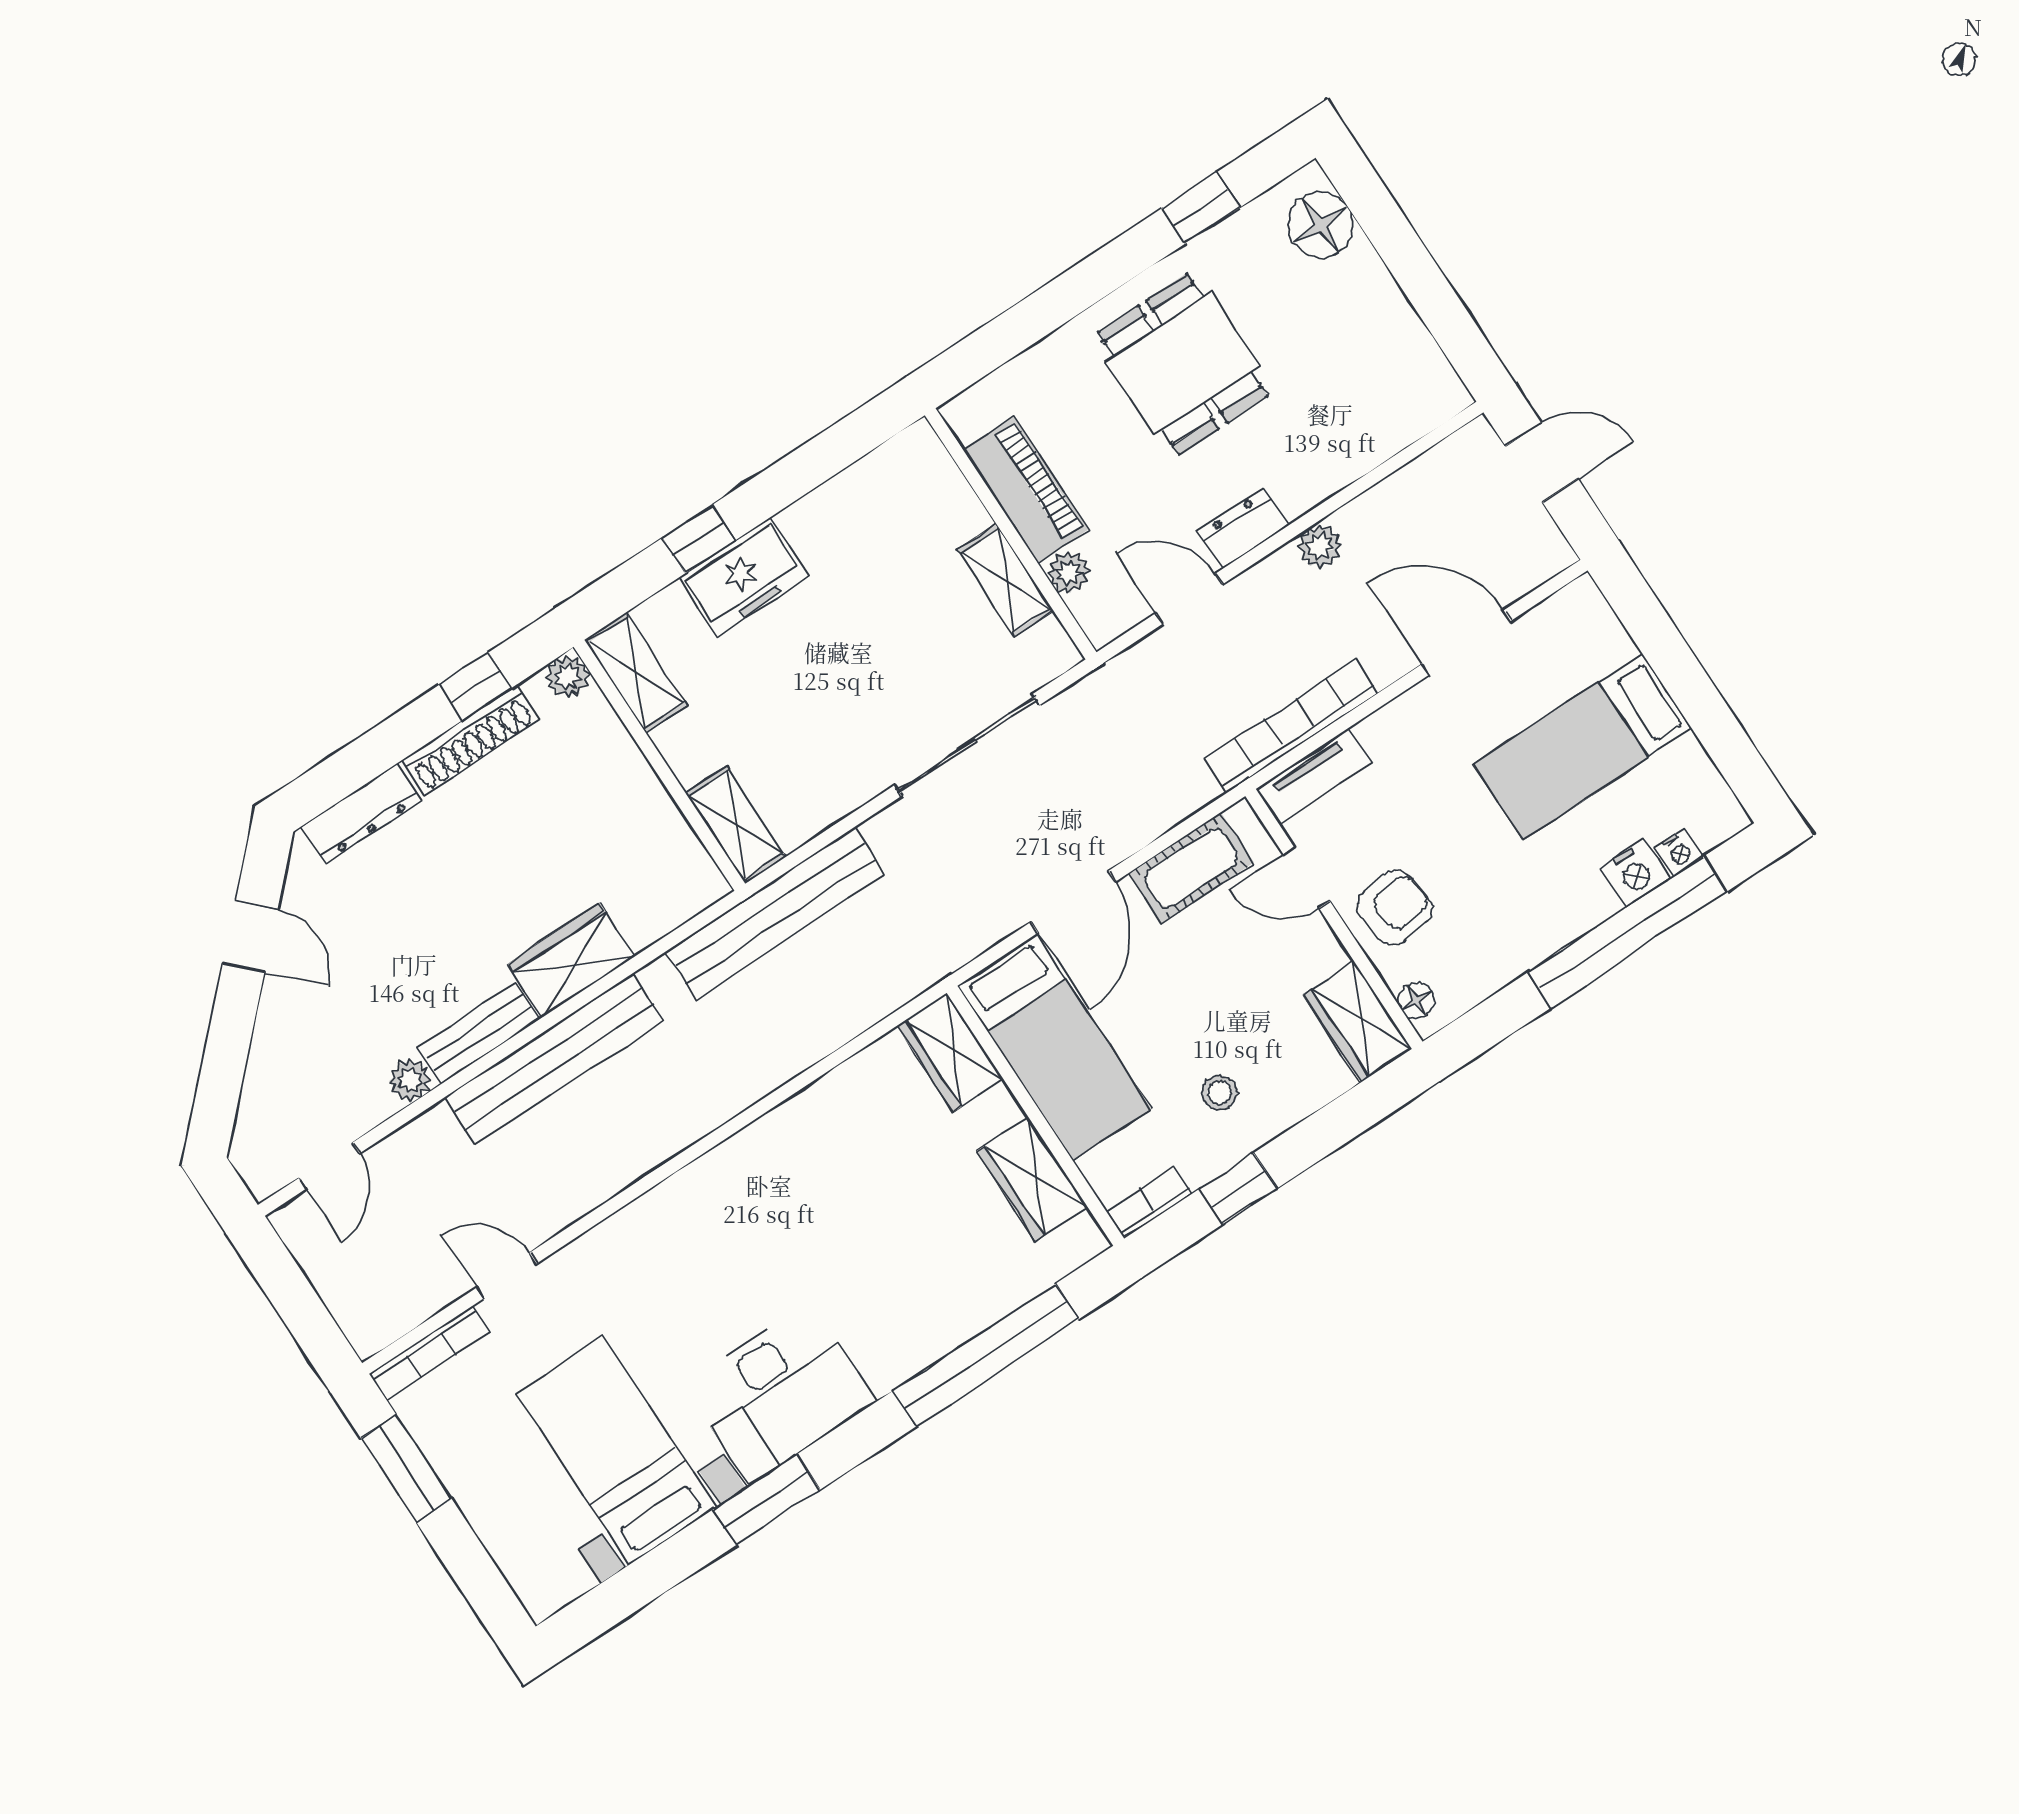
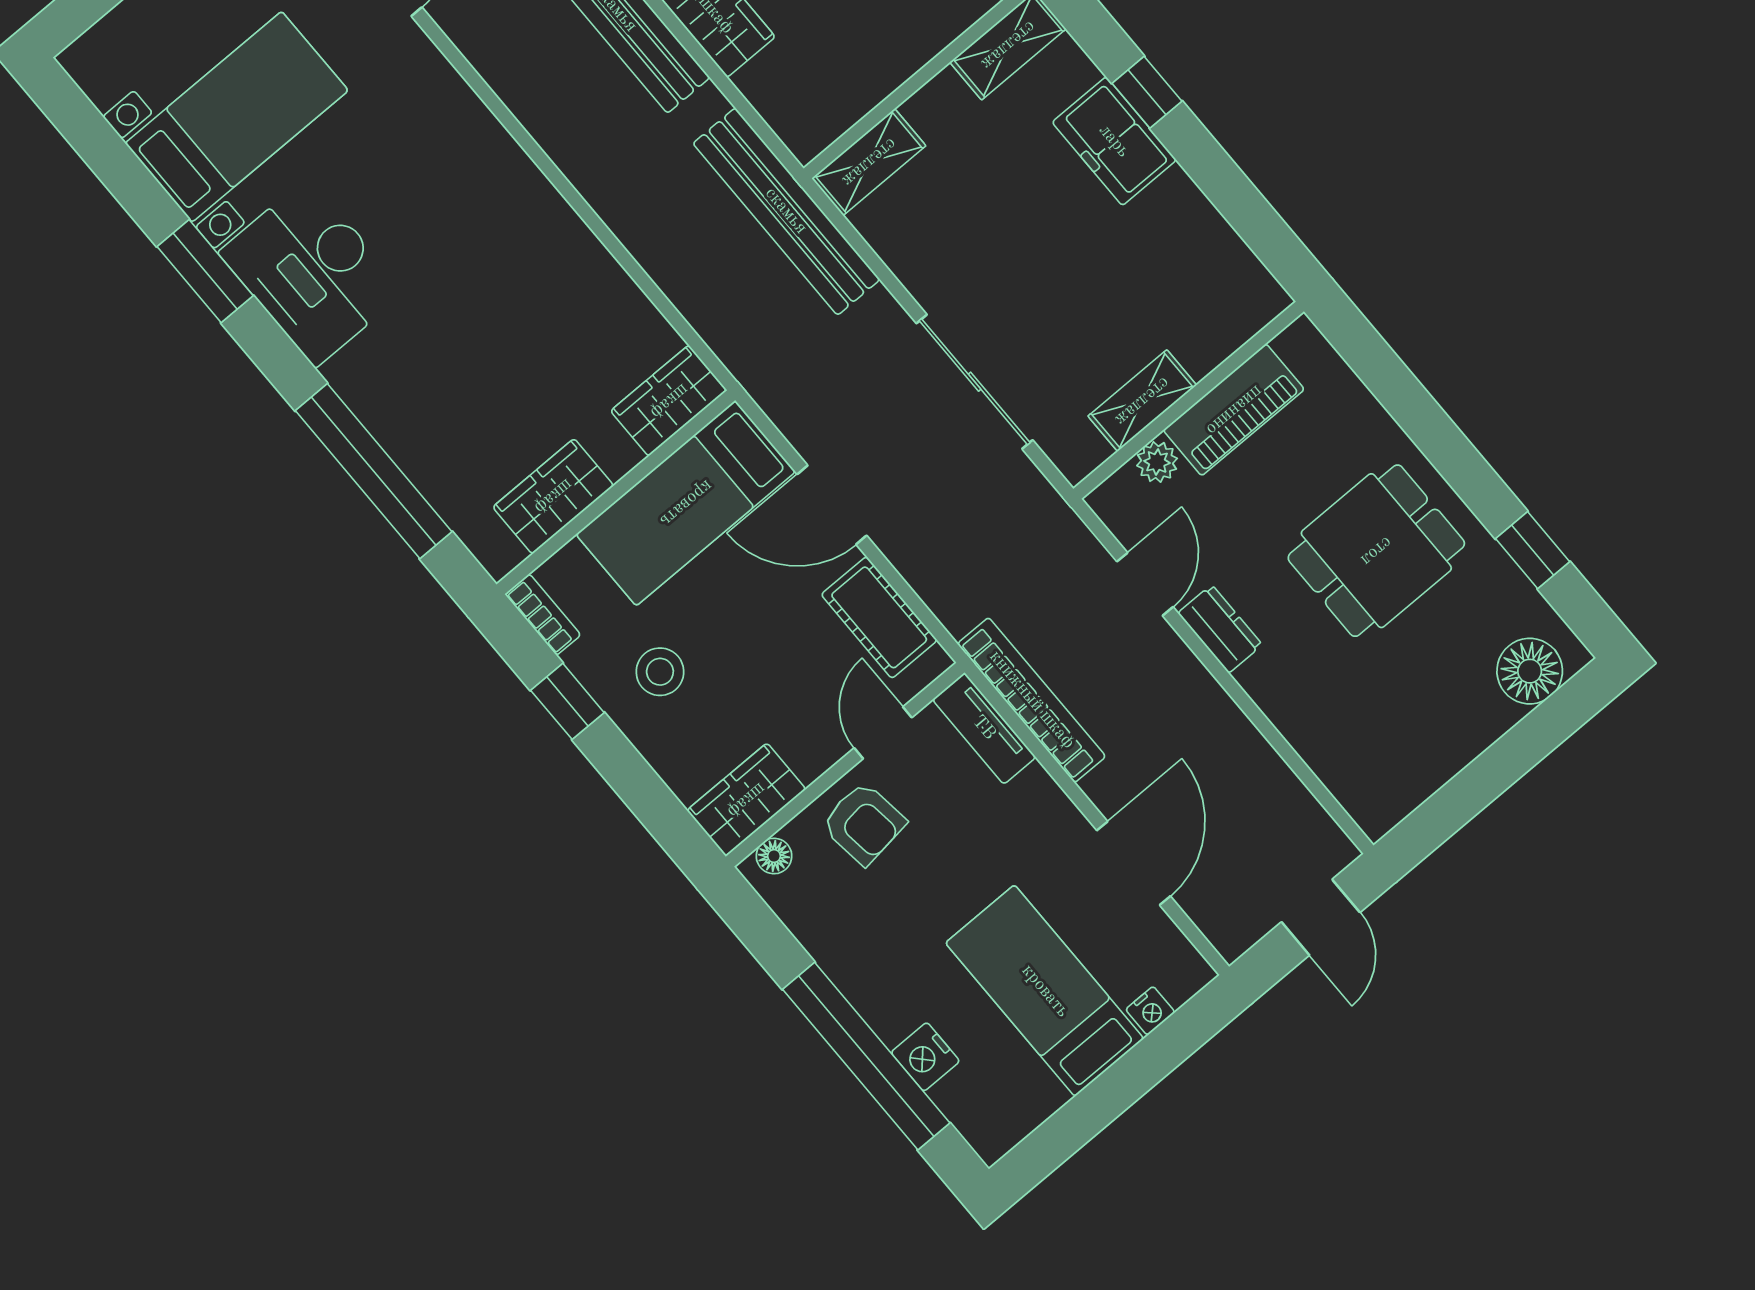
plant: (1320, 546) -> (1212, 707), removed
nightstand: (1679, 852) -> (1150, 1011), moved, turned -90
stool: (1220, 1093) -> (660, 672), width x1.37, depth x1.37

